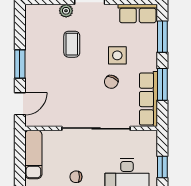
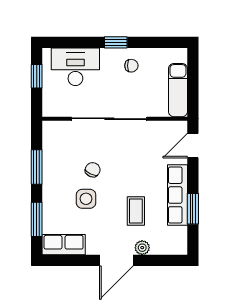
window: (20, 64) -> (193, 209), moved
row of seats: (148, 99) -> (178, 195), moved, turned 180

